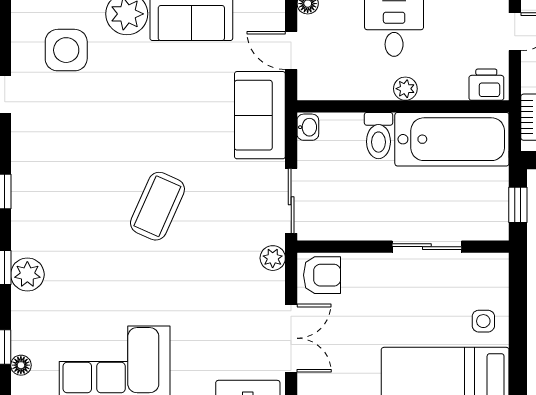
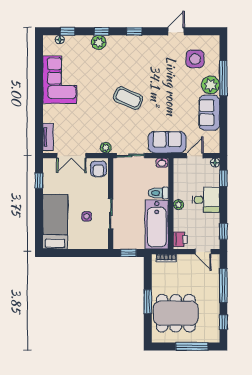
side table: (483, 321) -> (87, 216), moved

